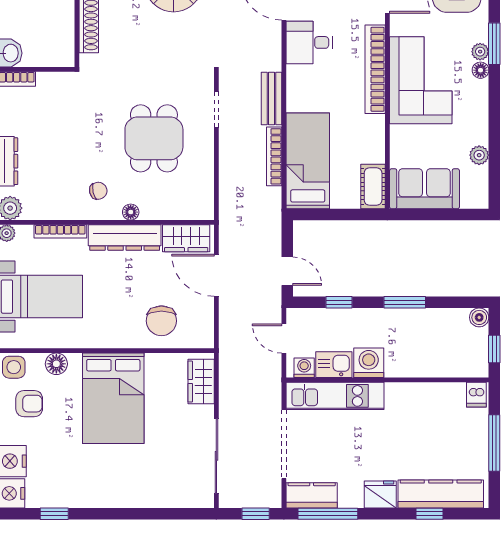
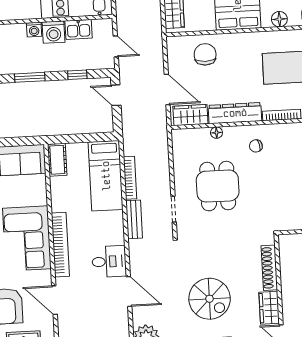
floor lamp: (131, 212) -> (216, 133), moved
washing machine: (304, 368) -> (34, 30), moved

